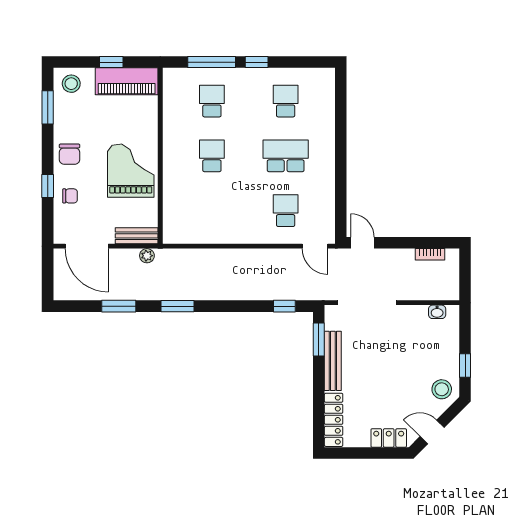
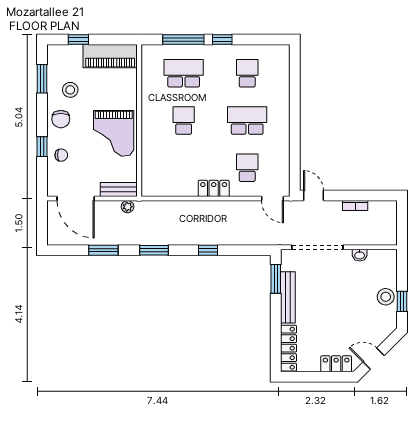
window: (111, 62) -> (78, 40), moved
stool: (71, 84) -> (70, 90), moved
school desk: (212, 101) -> (184, 73), width x1.85
grand piano: (131, 171) -> (114, 133), turned 180
locker: (247, 234) -> (214, 188), added
bookcase: (430, 254) -> (355, 205), moved
window: (284, 306) -> (208, 250), moved
washbasin: (437, 312) -> (360, 255), moved
stool: (442, 389) -> (386, 297), moved

